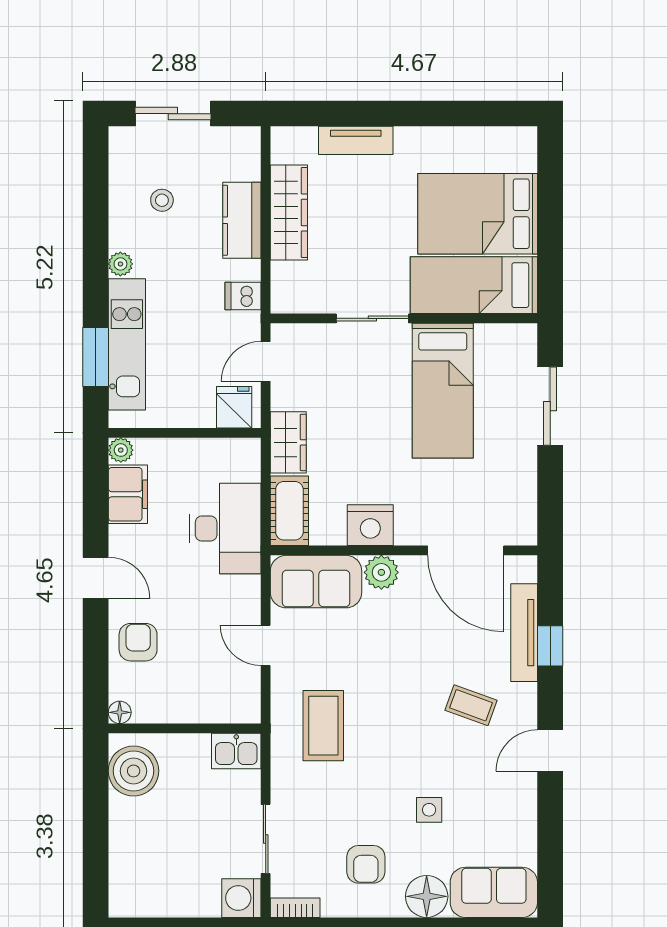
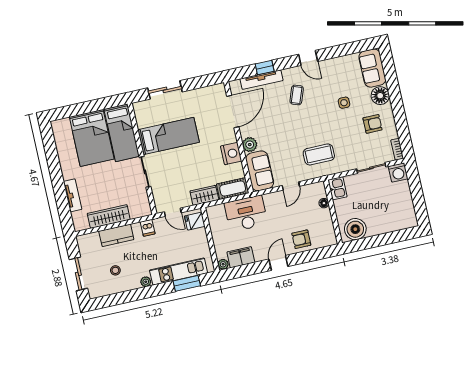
floor lamp: (120, 712) -> (324, 203), moved

